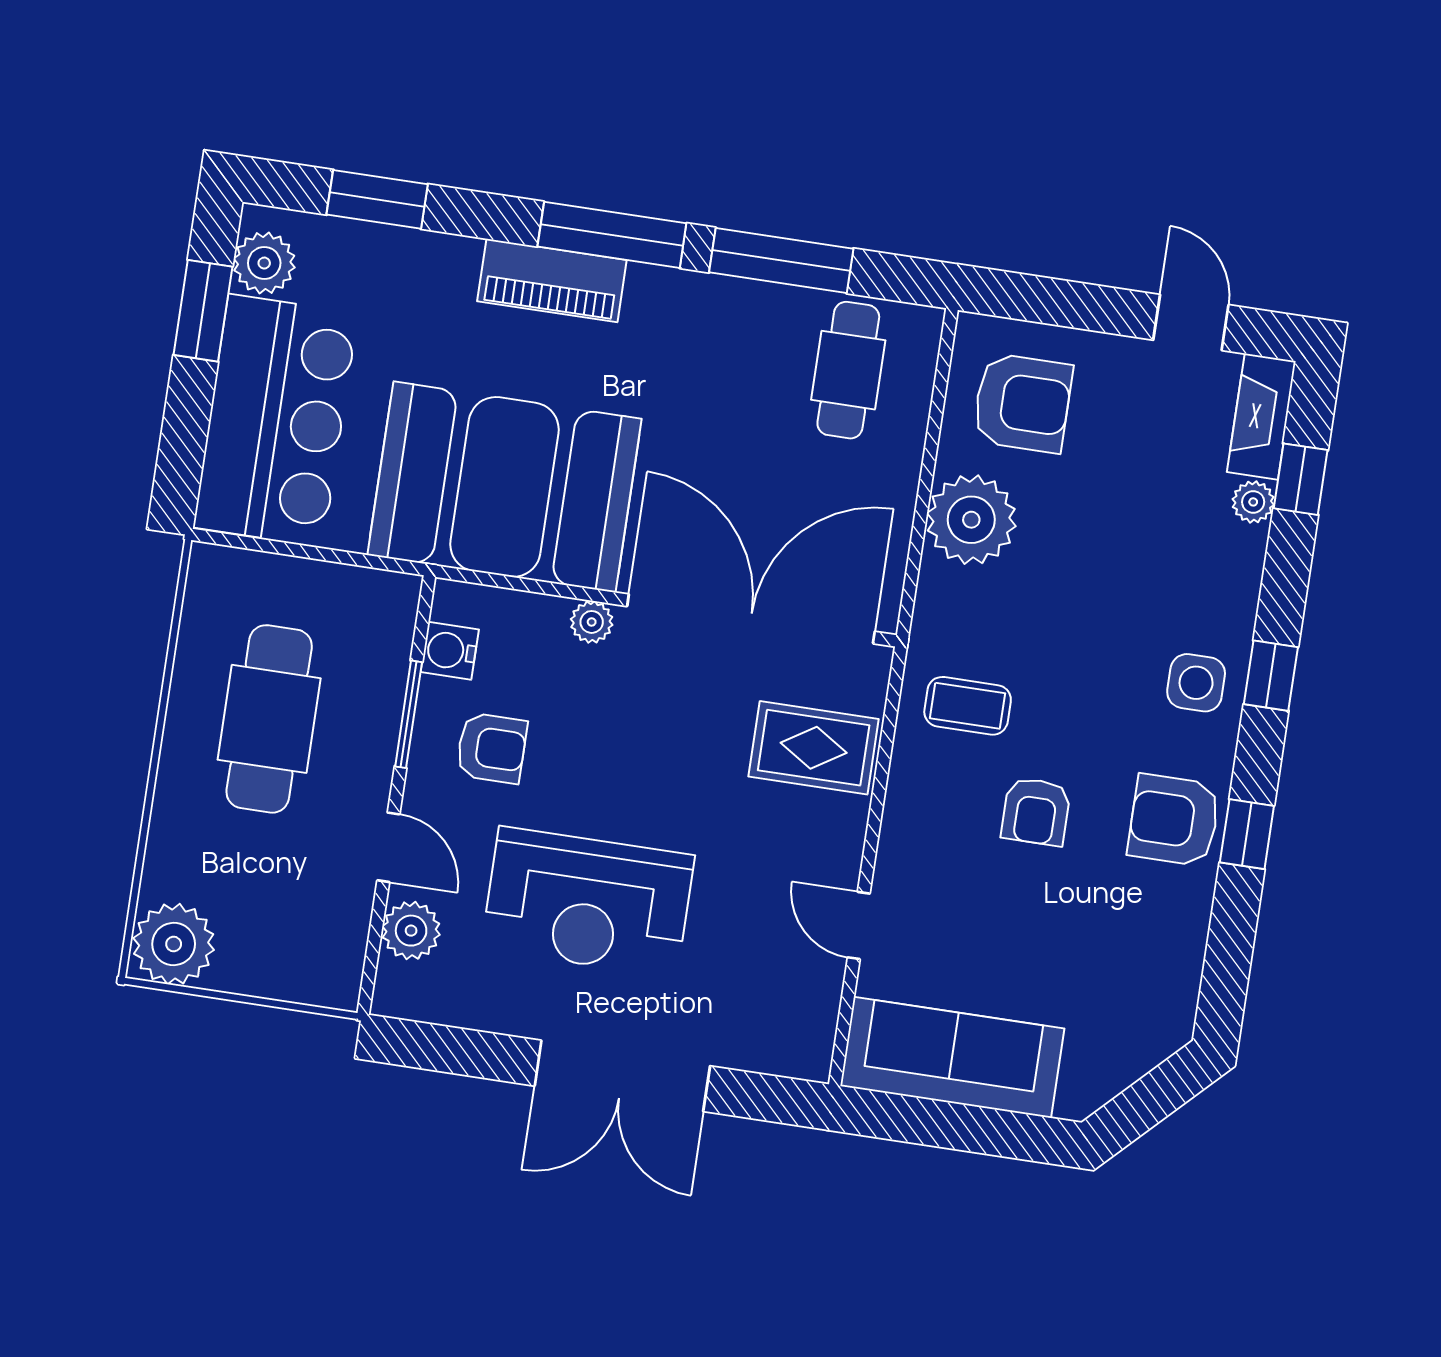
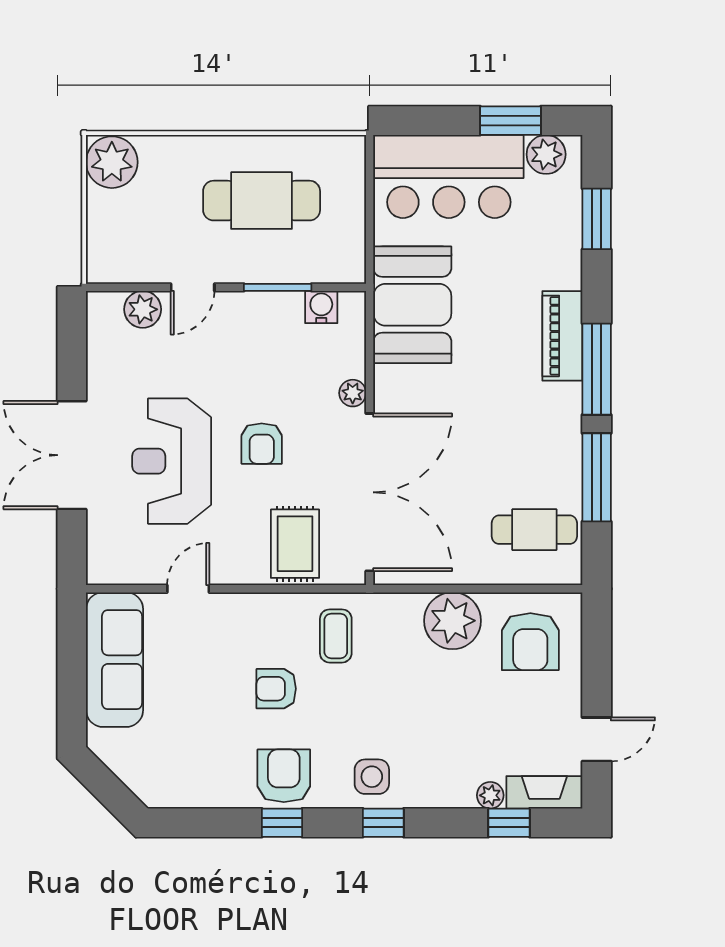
booth: (505, 487) -> (412, 305), width x0.73, depth x0.70
armchair: (492, 748) -> (262, 444), moved
reception desk: (588, 902) -> (172, 461), moved

